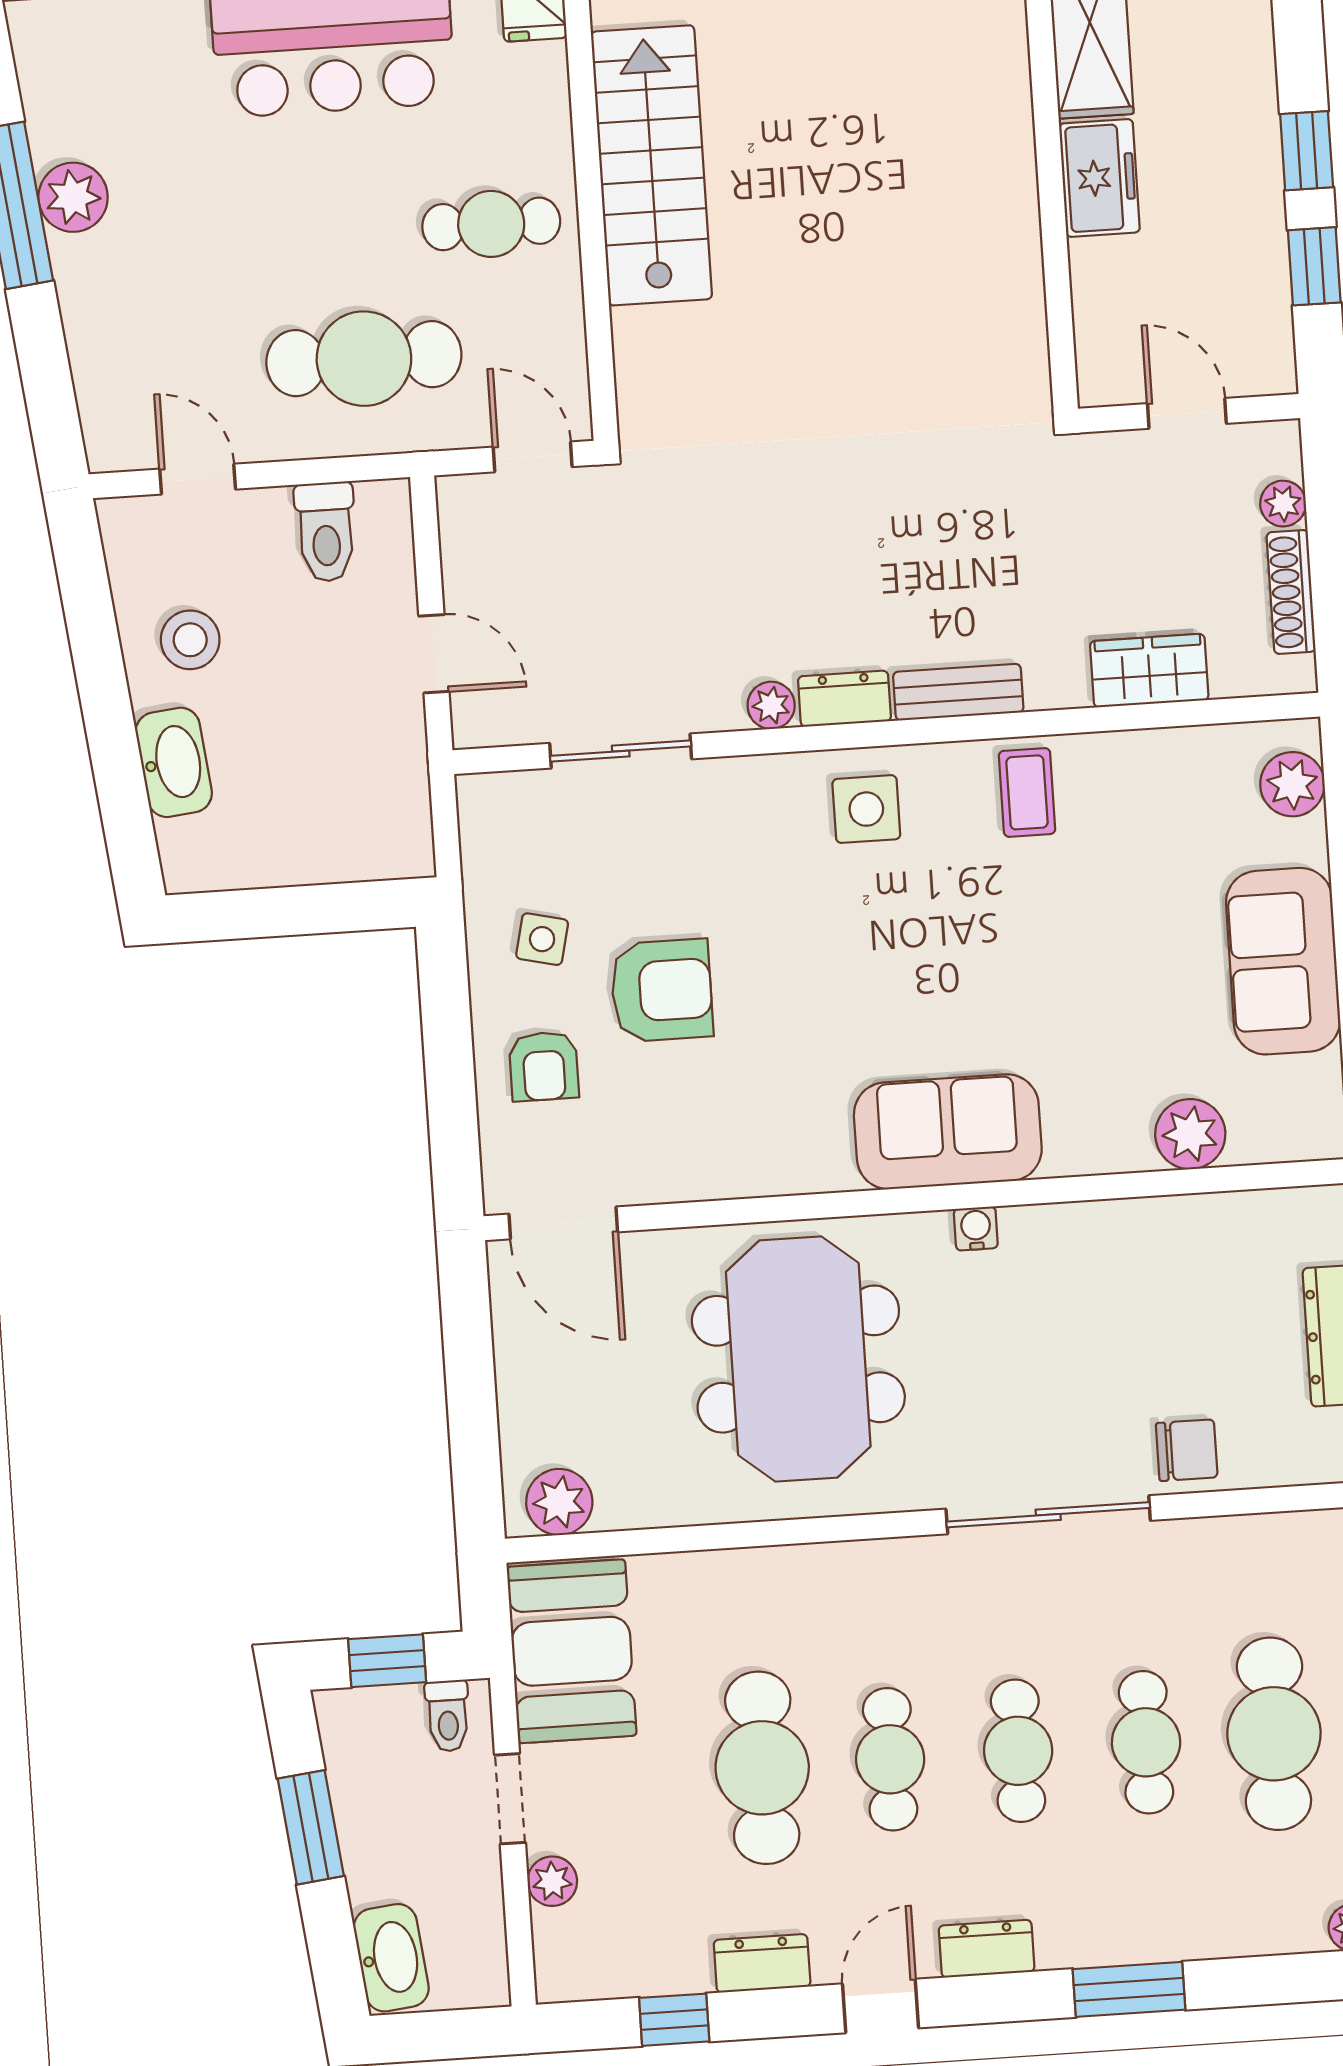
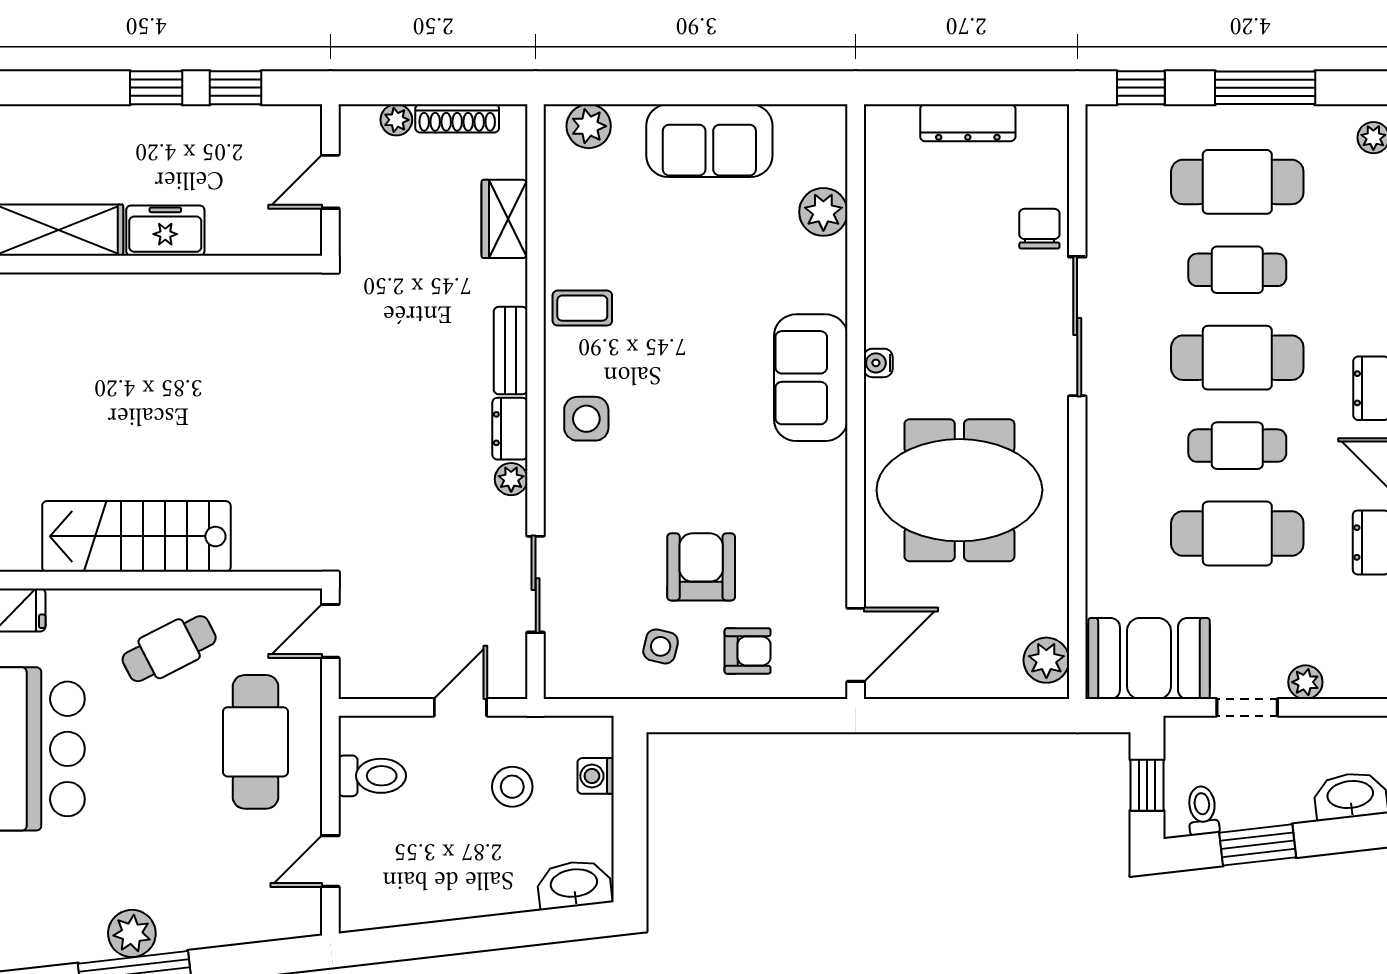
cafe table: (491, 224) -> (169, 649), turned 63
stool: (190, 640) -> (512, 787), moved
washbasin: (174, 762) -> (574, 884), moved
washing machine: (347, 857) -> (596, 776), added
toilet: (448, 1716) -> (1203, 810), moved, turned -97
cafe table: (1018, 1751) -> (1237, 358), width x1.37, depth x1.35

